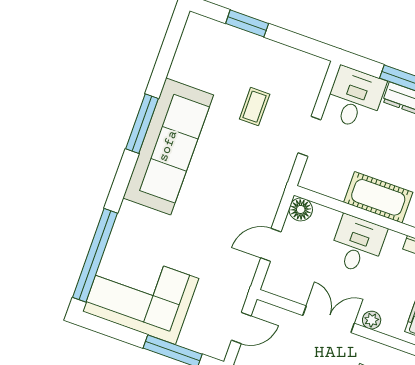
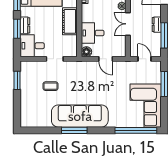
window: (247, 23) -> (17, 80), moved
desk: (357, 245) -> (93, 33), moved

